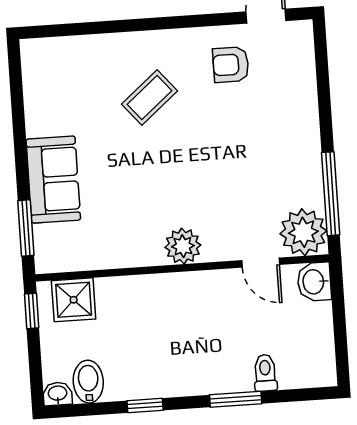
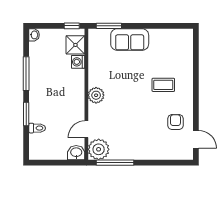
coffee table: (150, 97) -> (163, 85), turned -50
washing machine: (111, 291) -> (78, 62), added
bidet: (88, 382) -> (39, 49), removed
window: (145, 405) -> (26, 74), width x2.17

